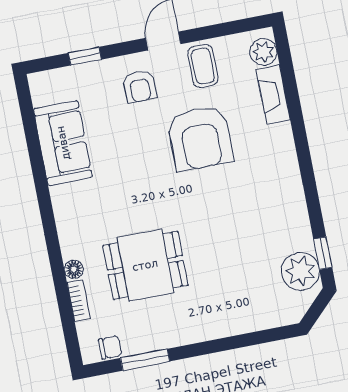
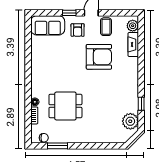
window: (85, 56) -> (69, 13), moved
armchair: (200, 138) -> (99, 57), turned -90
sofa: (63, 143) -> (48, 25), moved, turned 90
window: (323, 253) -> (141, 104), moved

